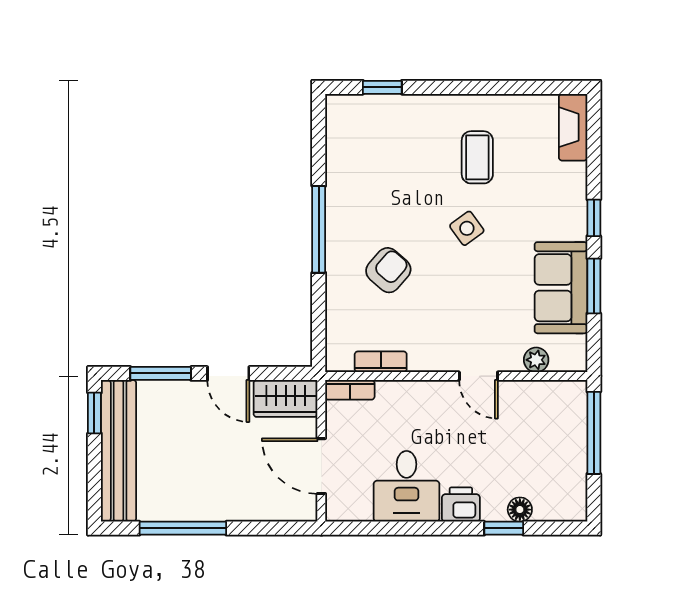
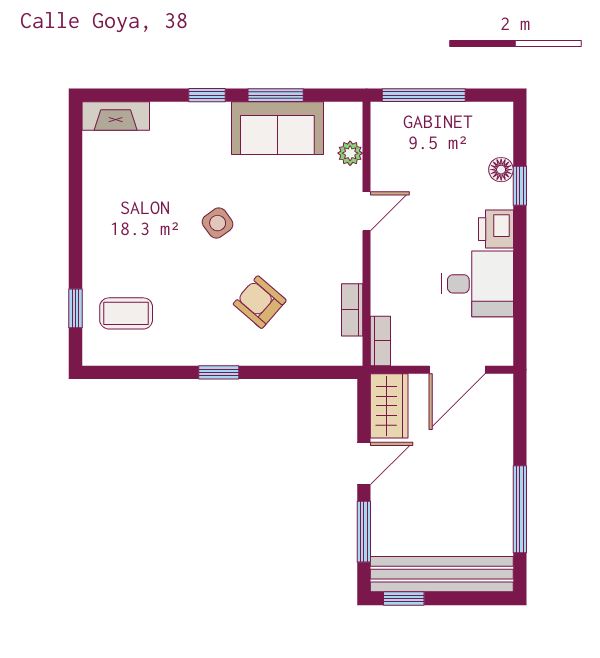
coffee table: (477, 157) -> (126, 313), moved
window: (319, 229) -> (219, 372), width x0.46

